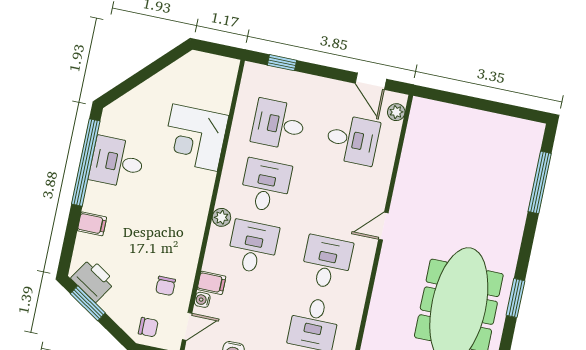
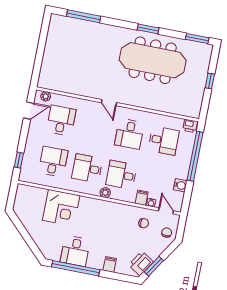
desk: (279, 124) -> (53, 162), turned 180
desk: (327, 262) -> (129, 134), turned -90

